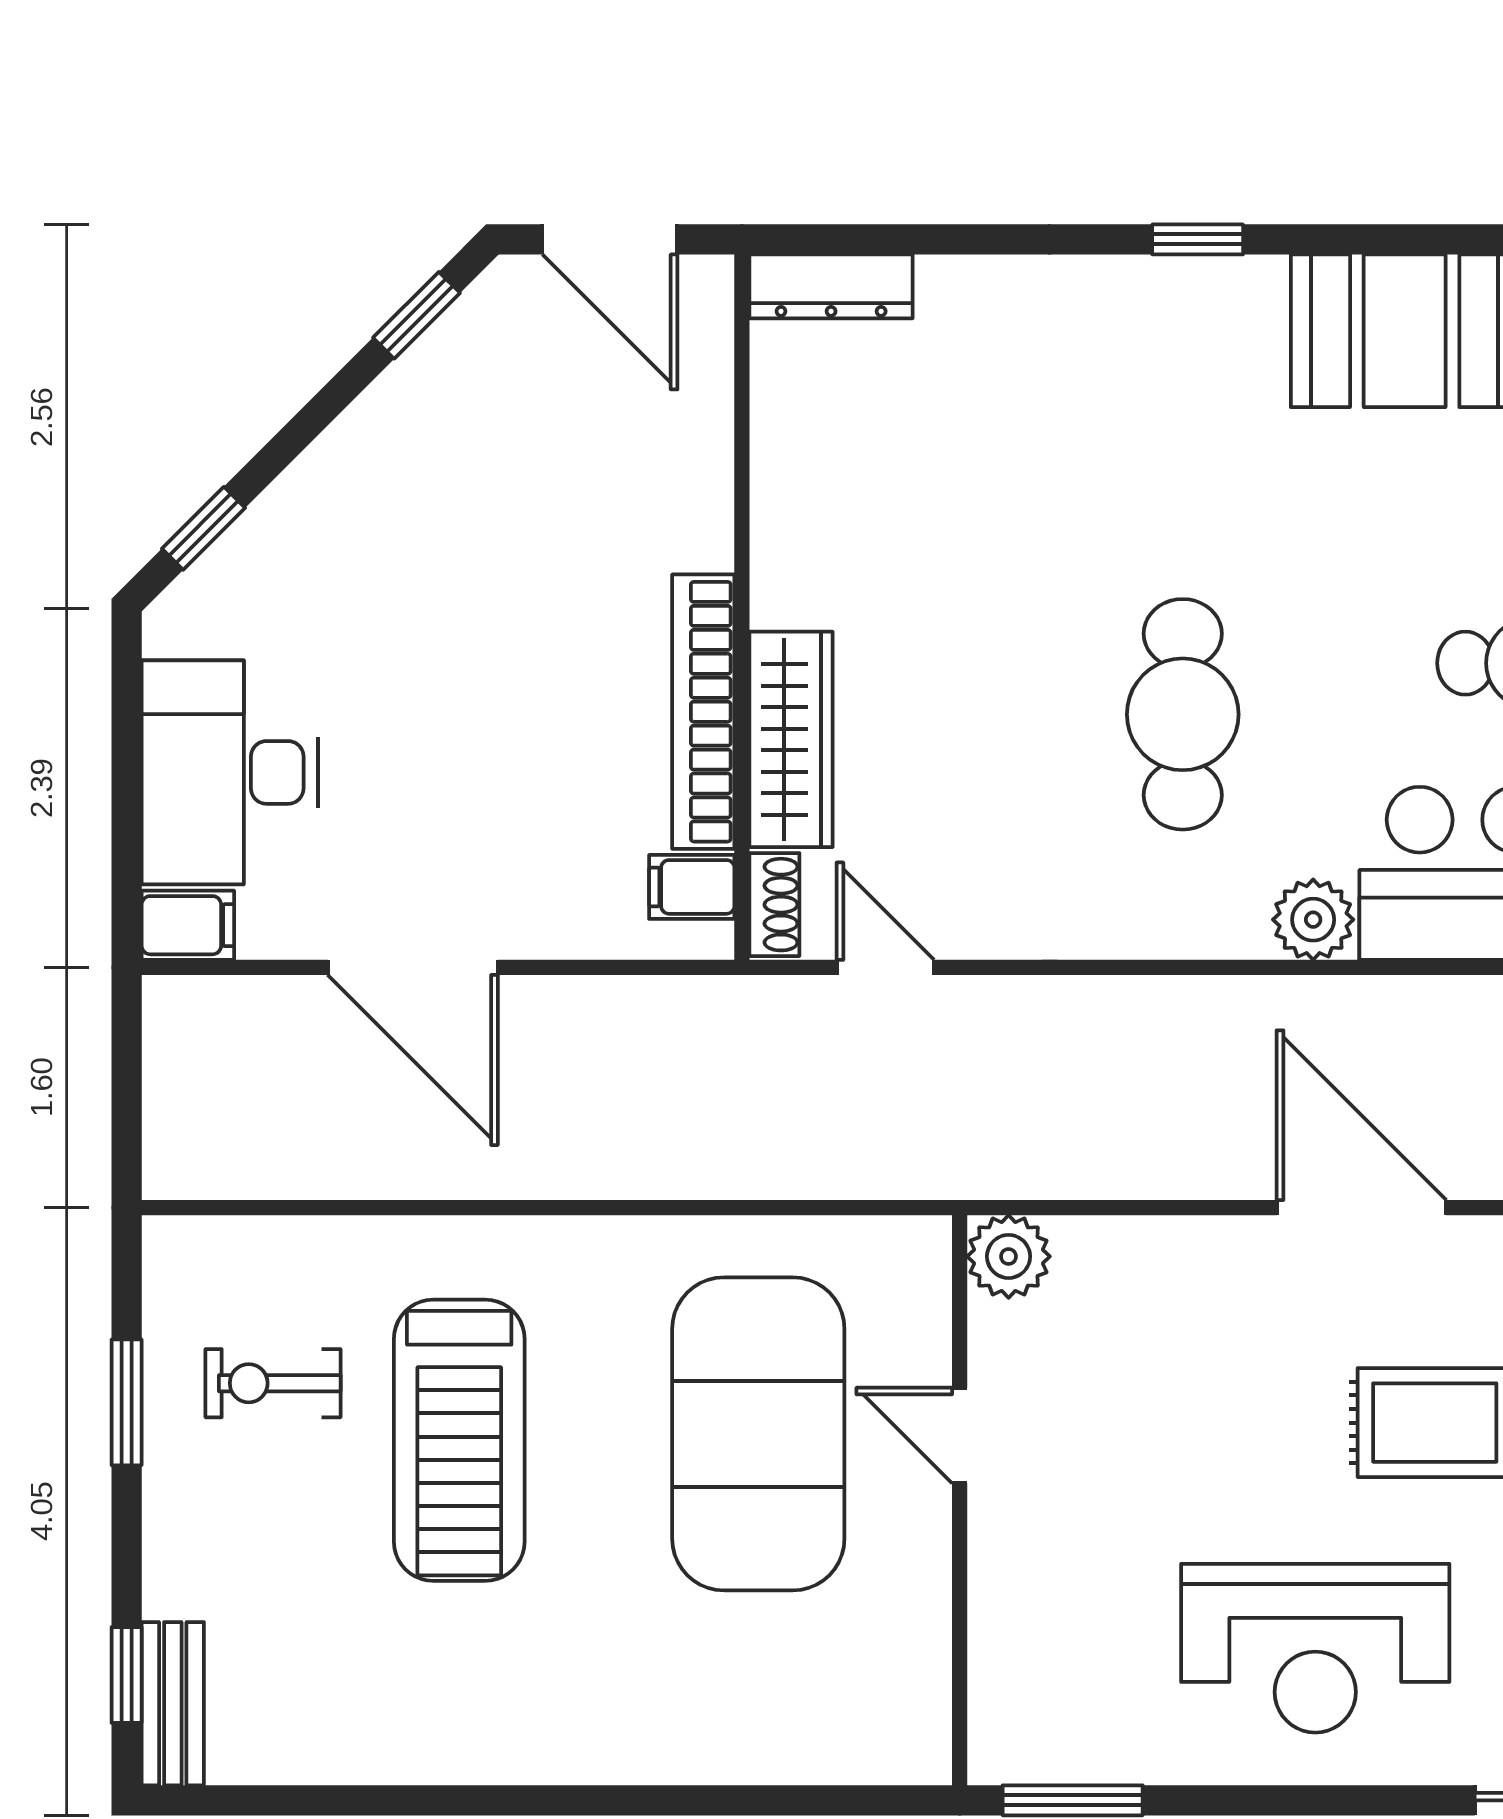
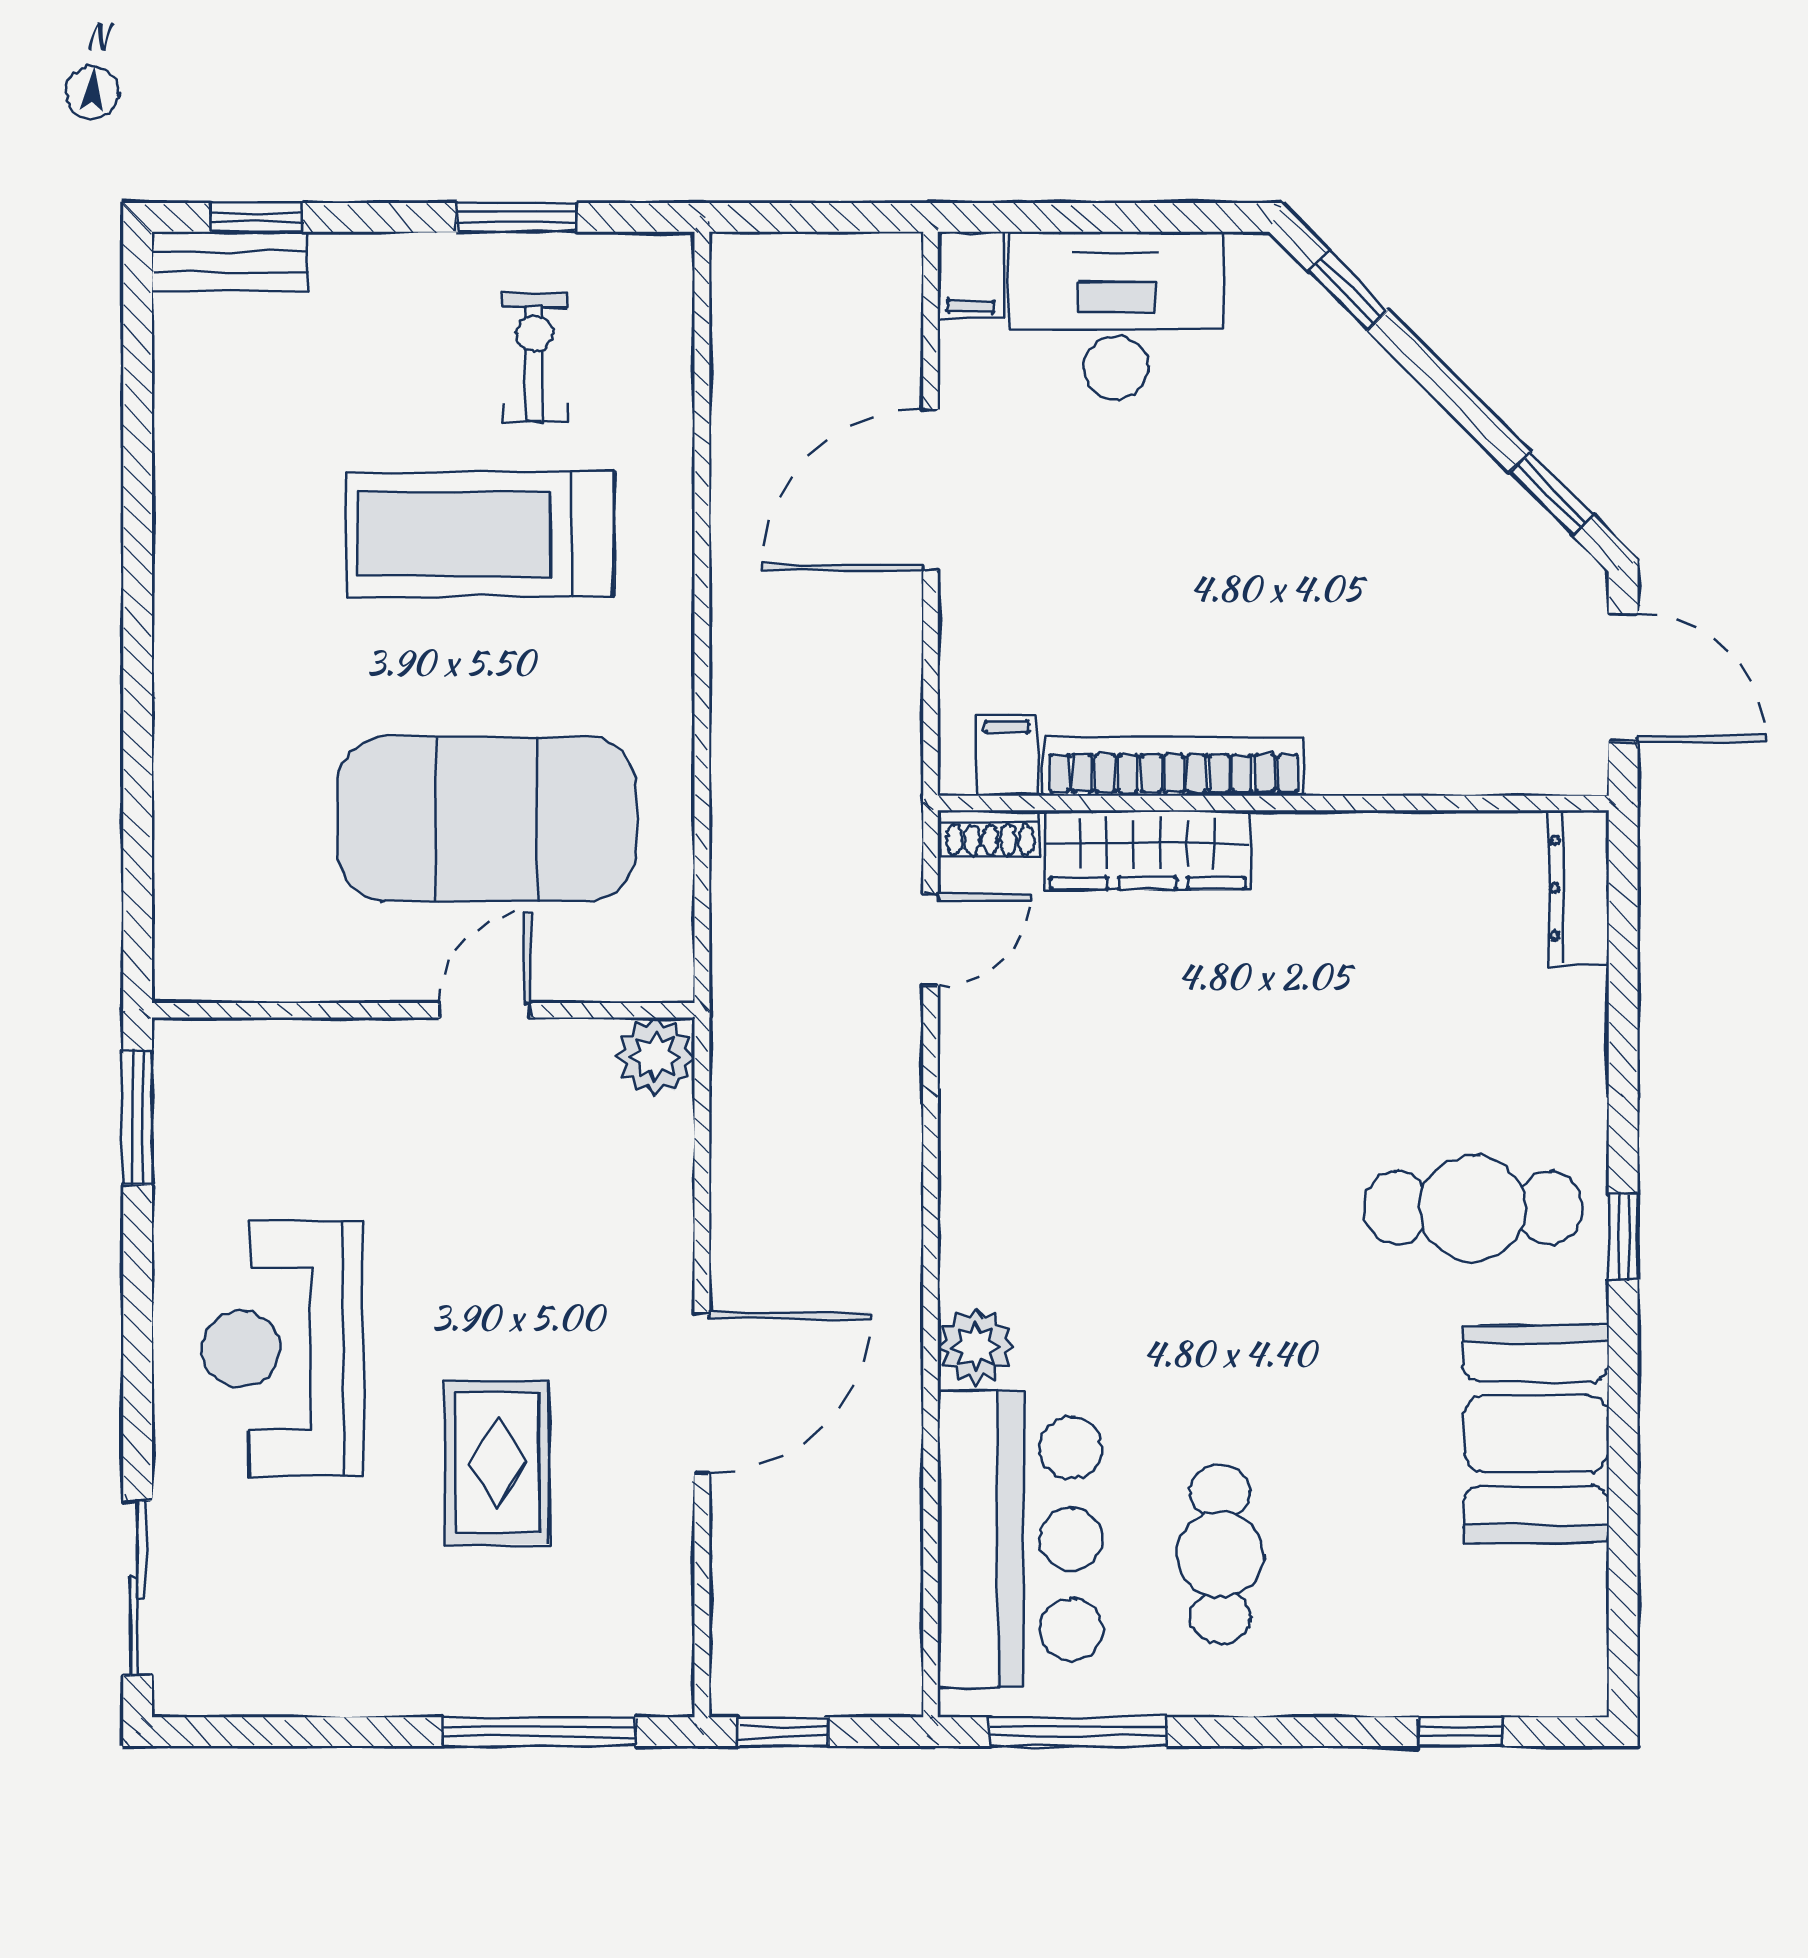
door: (610, 239) -> (1623, 678), swing flipped
cafe table: (1183, 714) -> (1473, 1208), moved

